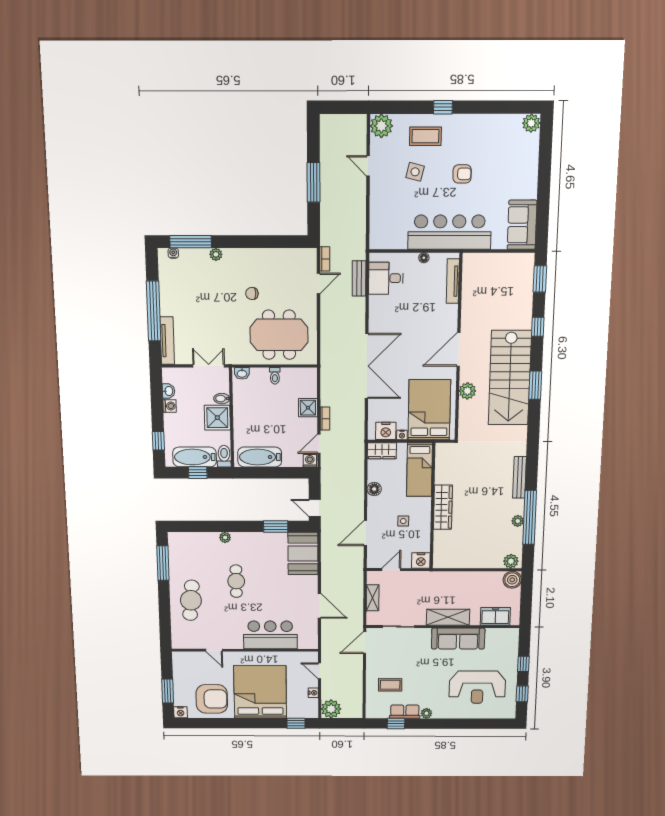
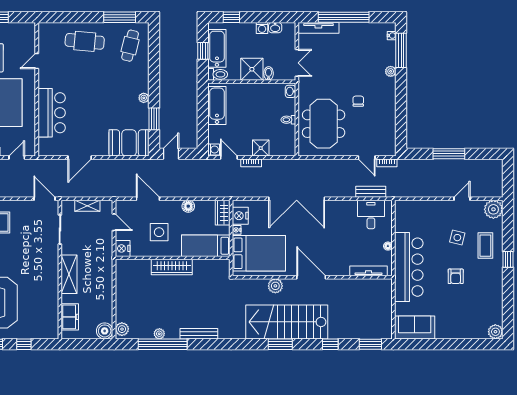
side table: (403, 521) -> (159, 232), width x1.87, depth x1.87
plant: (225, 537) -> (144, 98), moved
cafe table: (236, 581) -> (130, 46), moved, turned -76
sofa: (458, 639) -> (48, 284), removed

